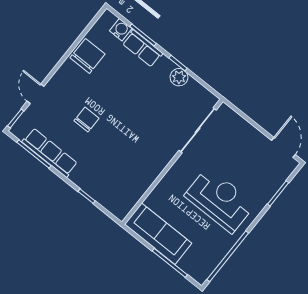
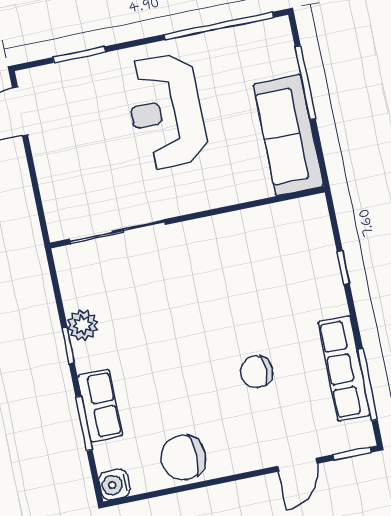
water cooler: (121, 30) -> (114, 485), moved

